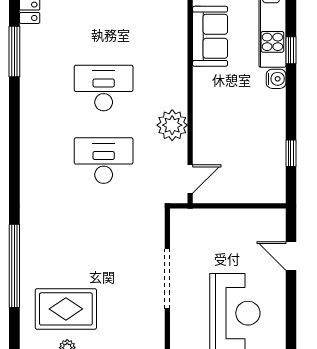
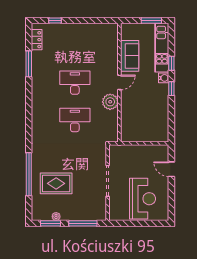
window: (291, 153) -> (171, 89), moved
door: (190, 179) -> (119, 82), moved
rug: (66, 309) -> (56, 183), moved

